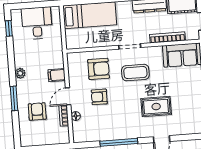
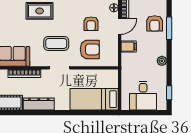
armchair: (99, 69) -> (90, 49), turned 180
plant: (20, 73) -> (162, 61), moved
armchair: (99, 97) -> (91, 24), turned 90
armchair: (37, 111) -> (155, 23), moved

